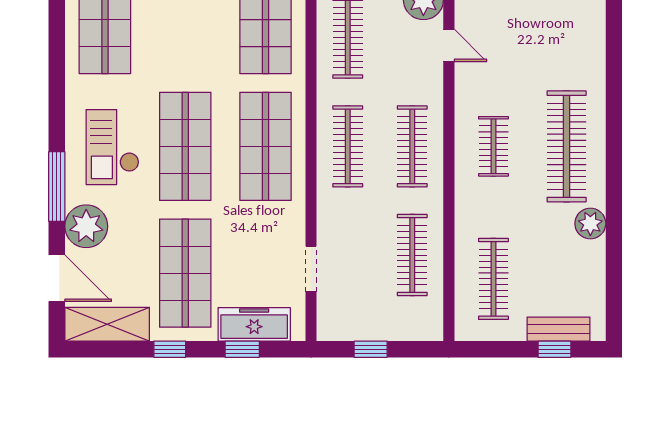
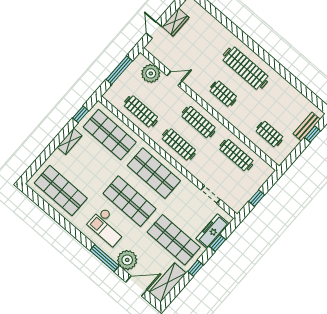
plant: (590, 224) -> (280, 83), removed
clothes rail: (493, 279) -> (269, 134), width x0.73

